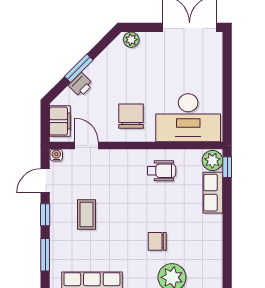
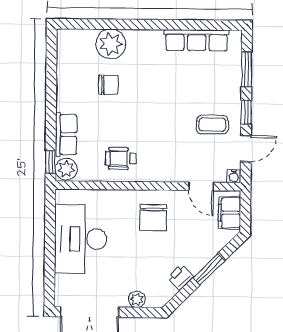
plant: (131, 40) -> (137, 299), moved
printer: (81, 85) -> (181, 277), moved
desk: (188, 118) -> (81, 239), moved, turned -90
coffee table: (86, 214) -> (212, 125), moved, turned 90
chair: (157, 241) -> (109, 85), moved

